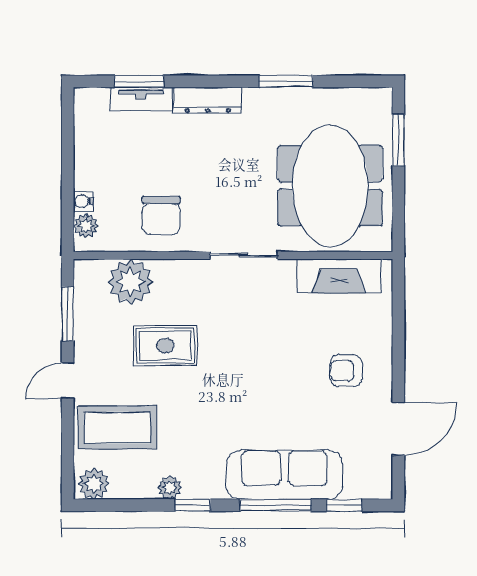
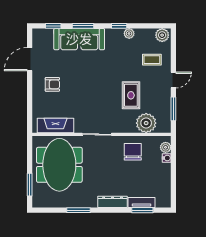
rug: (165, 346) -> (131, 95), turned 90
coffee table: (117, 427) -> (152, 60), width x0.54, depth x0.58
window: (276, 505) -> (83, 26), width x0.69

